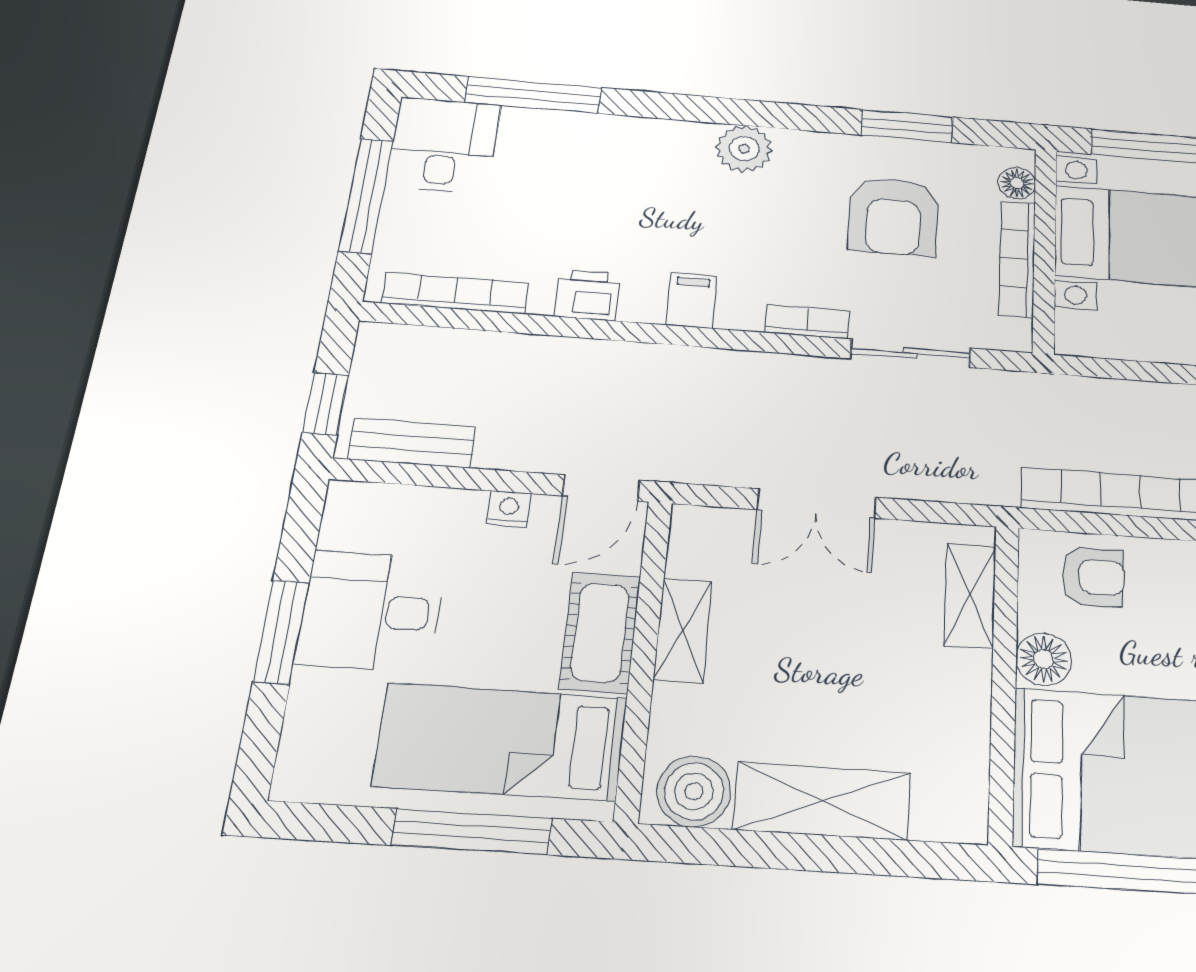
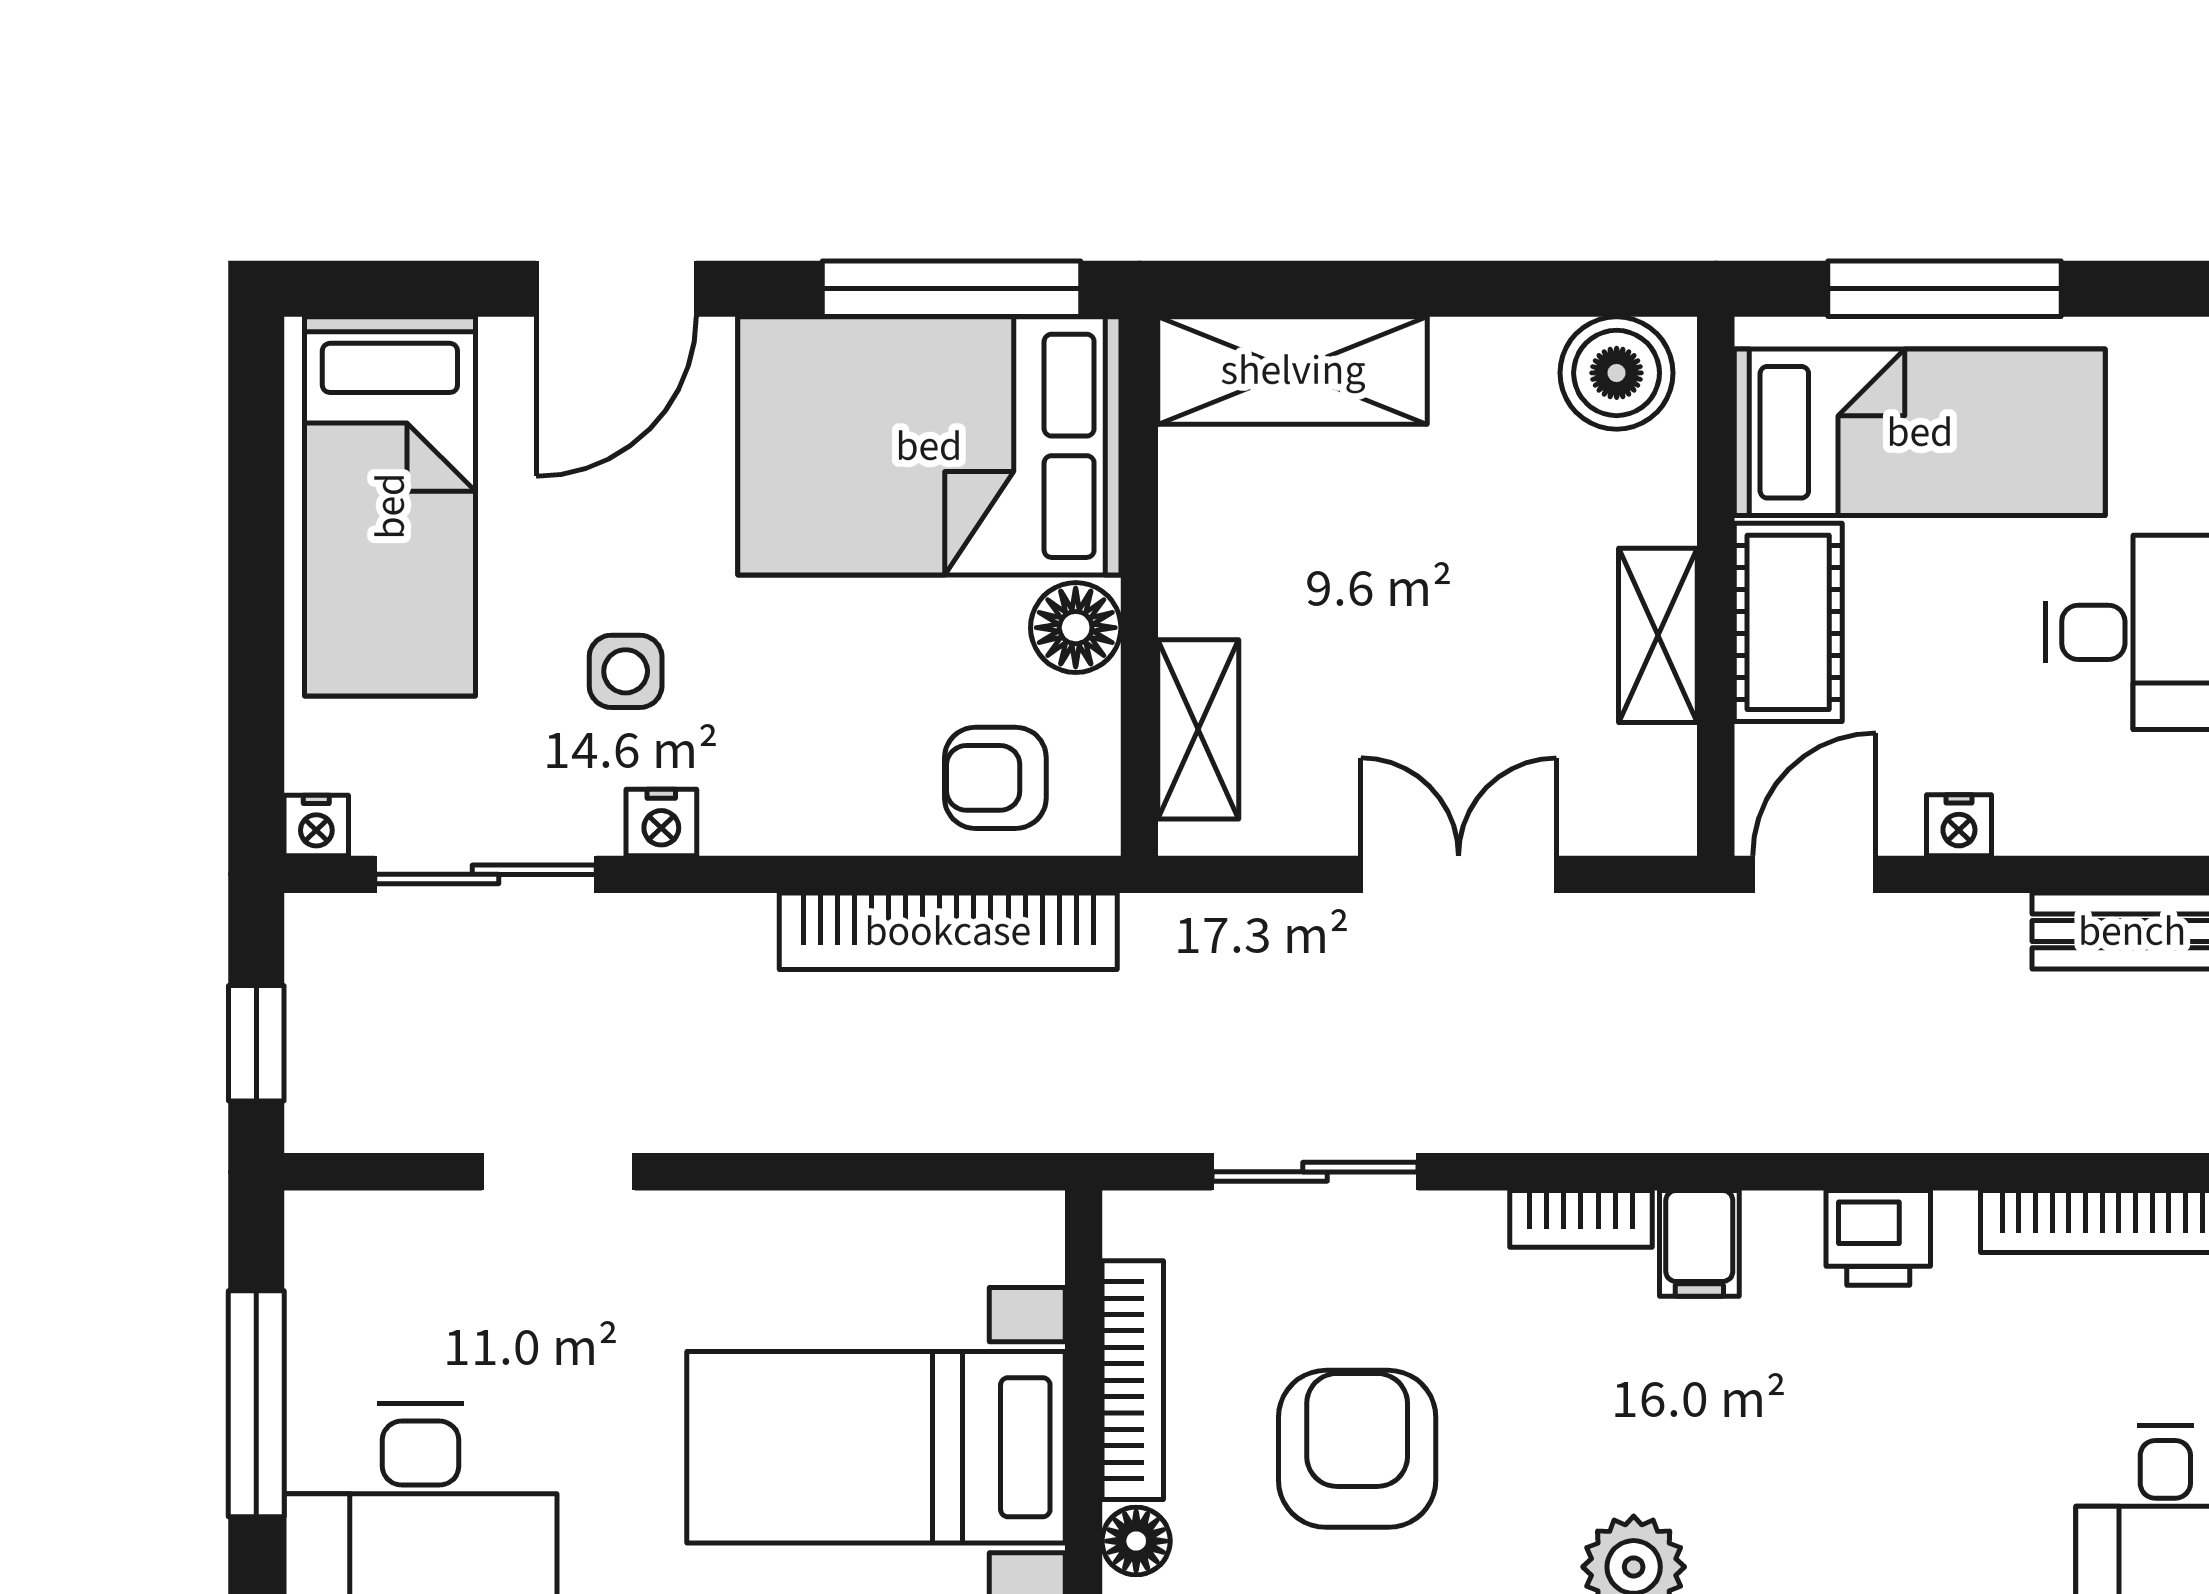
bookcase: (807, 322) -> (1581, 1219), moved
shelving: (822, 801) -> (1293, 370), moved

